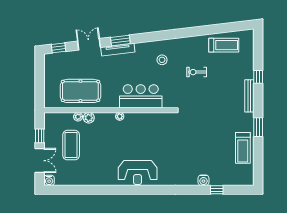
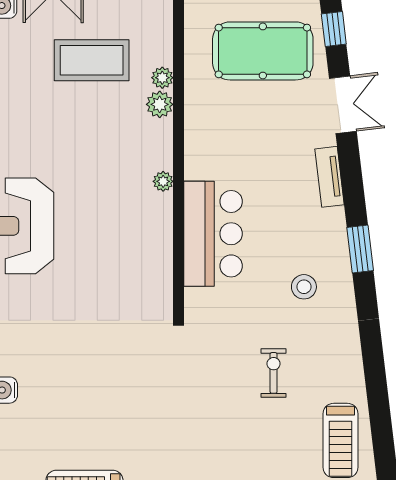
window: (120, 40) -> (360, 249), moved
tv unit: (118, 50) -> (329, 177), width x0.71
pool table: (80, 91) -> (263, 51), moved, turned 90

